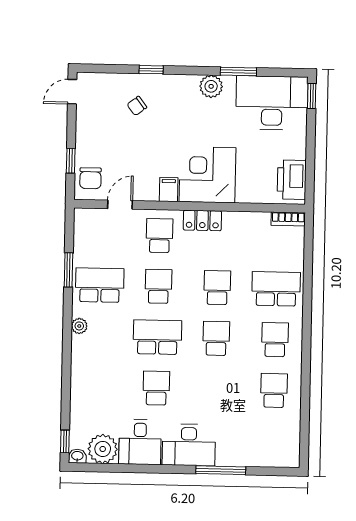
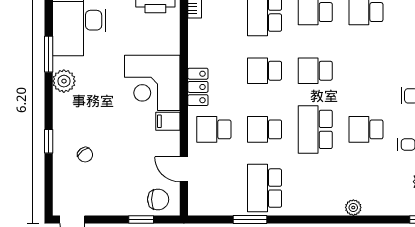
plant: (79, 326) -> (353, 208), moved

